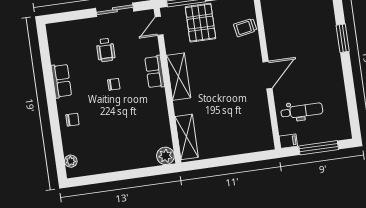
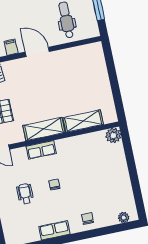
wheelchair: (106, 50) -> (25, 194), turned -90
shelving: (187, 137) -> (83, 121), moved
filing cabinet: (288, 141) -> (11, 47), moved

